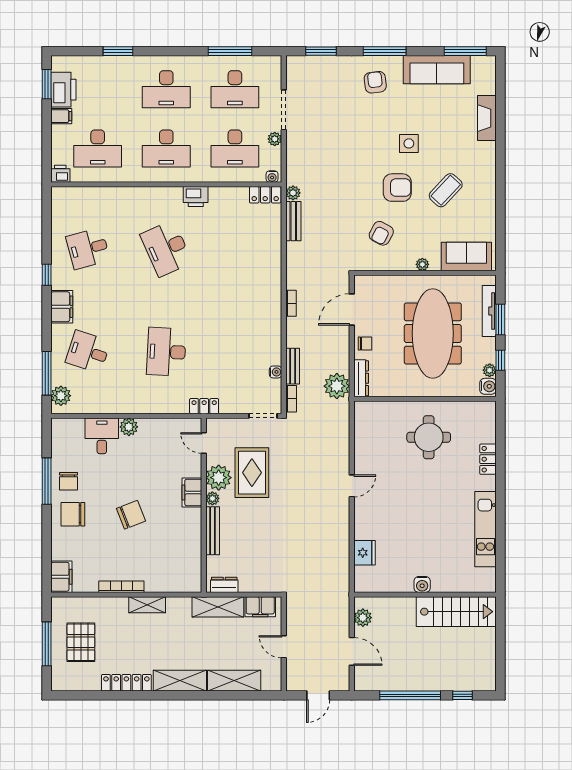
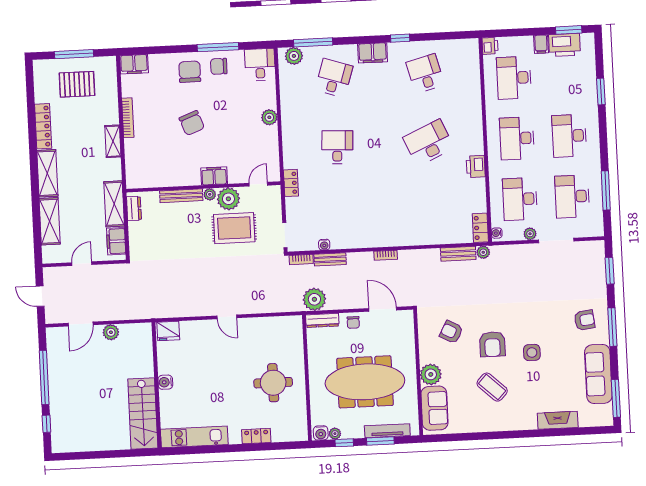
plant: (422, 264) -> (431, 374), width x1.88, depth x1.88
desk: (166, 352) -> (337, 147), width x0.73
desk: (102, 436) -> (260, 65), moved, turned -90
water cooler: (422, 584) -> (165, 382), moved
wall: (425, 595) -> (157, 385), moved
stairs: (456, 612) -> (143, 413), moved

